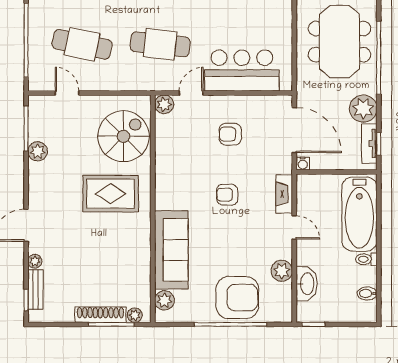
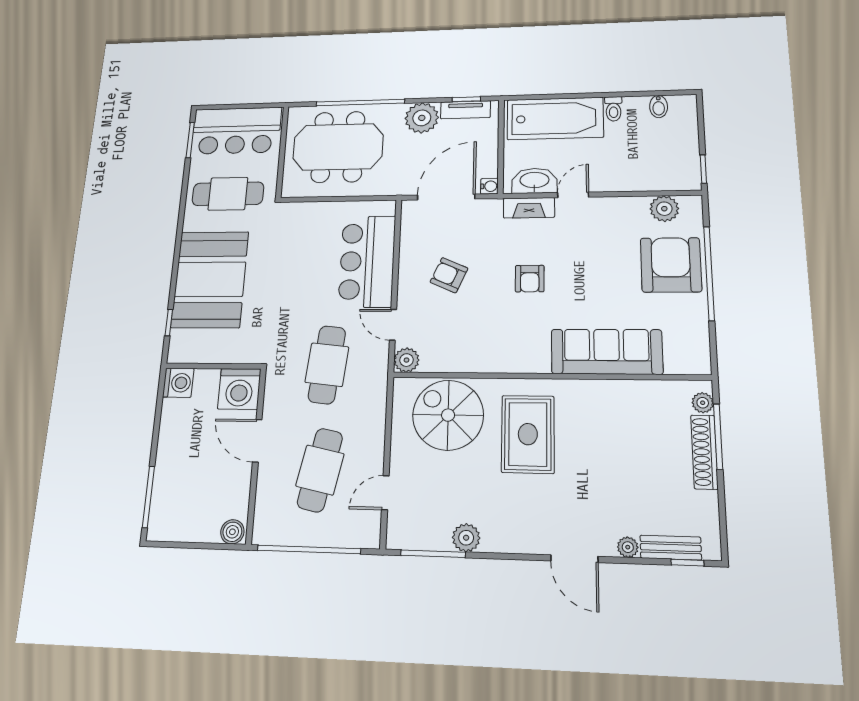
armchair: (230, 134) -> (449, 275), turned 114
plant: (282, 271) -> (664, 209), moved
washbasin: (307, 284) -> (534, 181), moved
plant: (164, 300) -> (679, 361), removed

